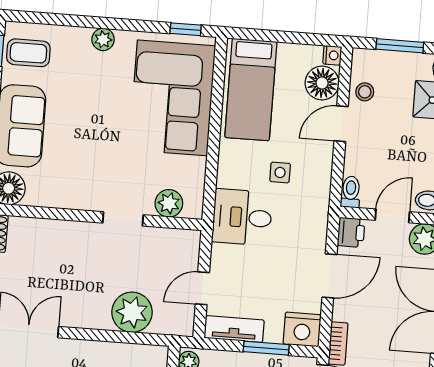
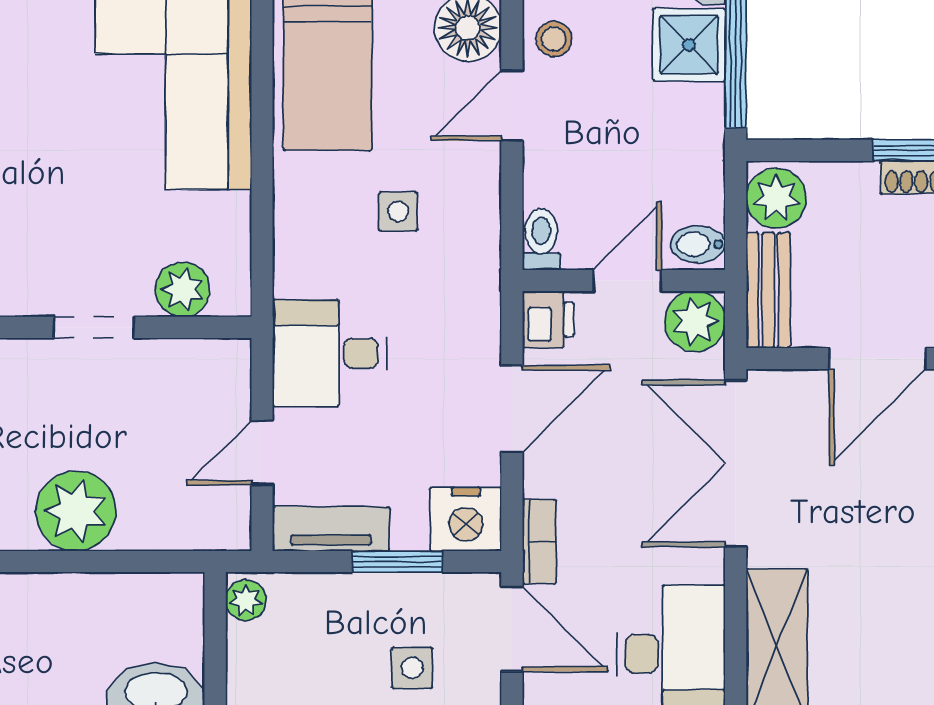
desk: (242, 217) -> (330, 353), moved
plant: (132, 312) -> (76, 511), moved

